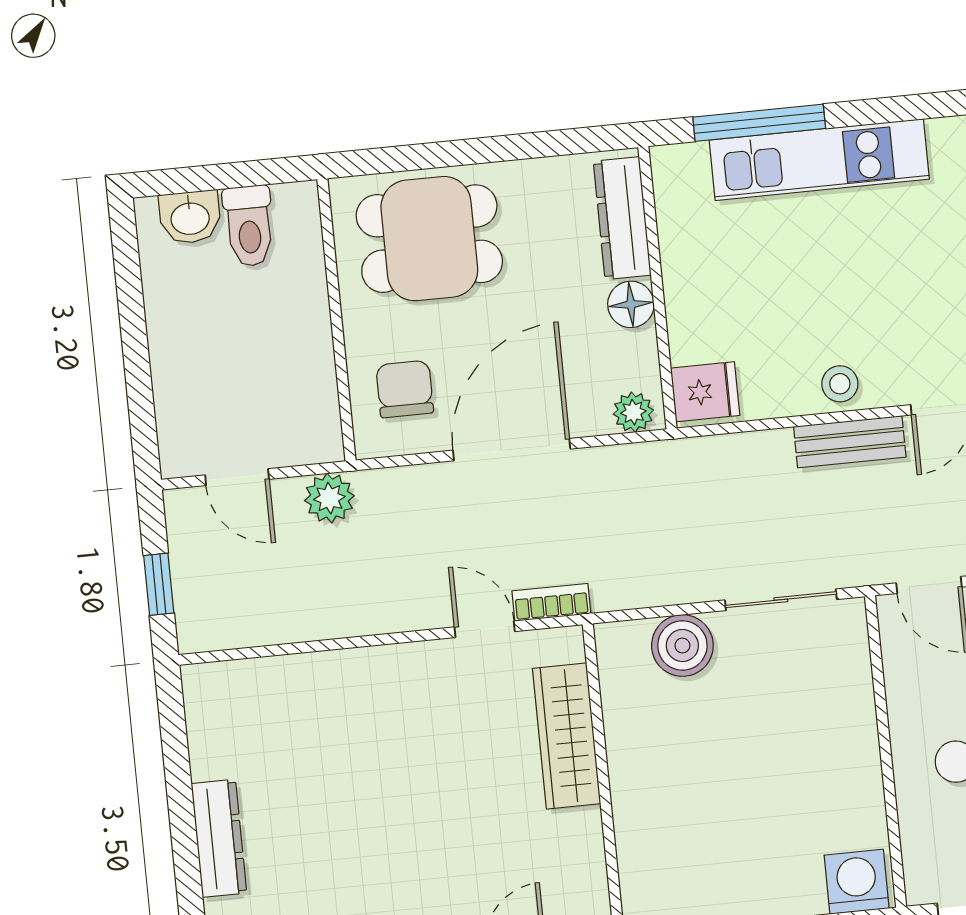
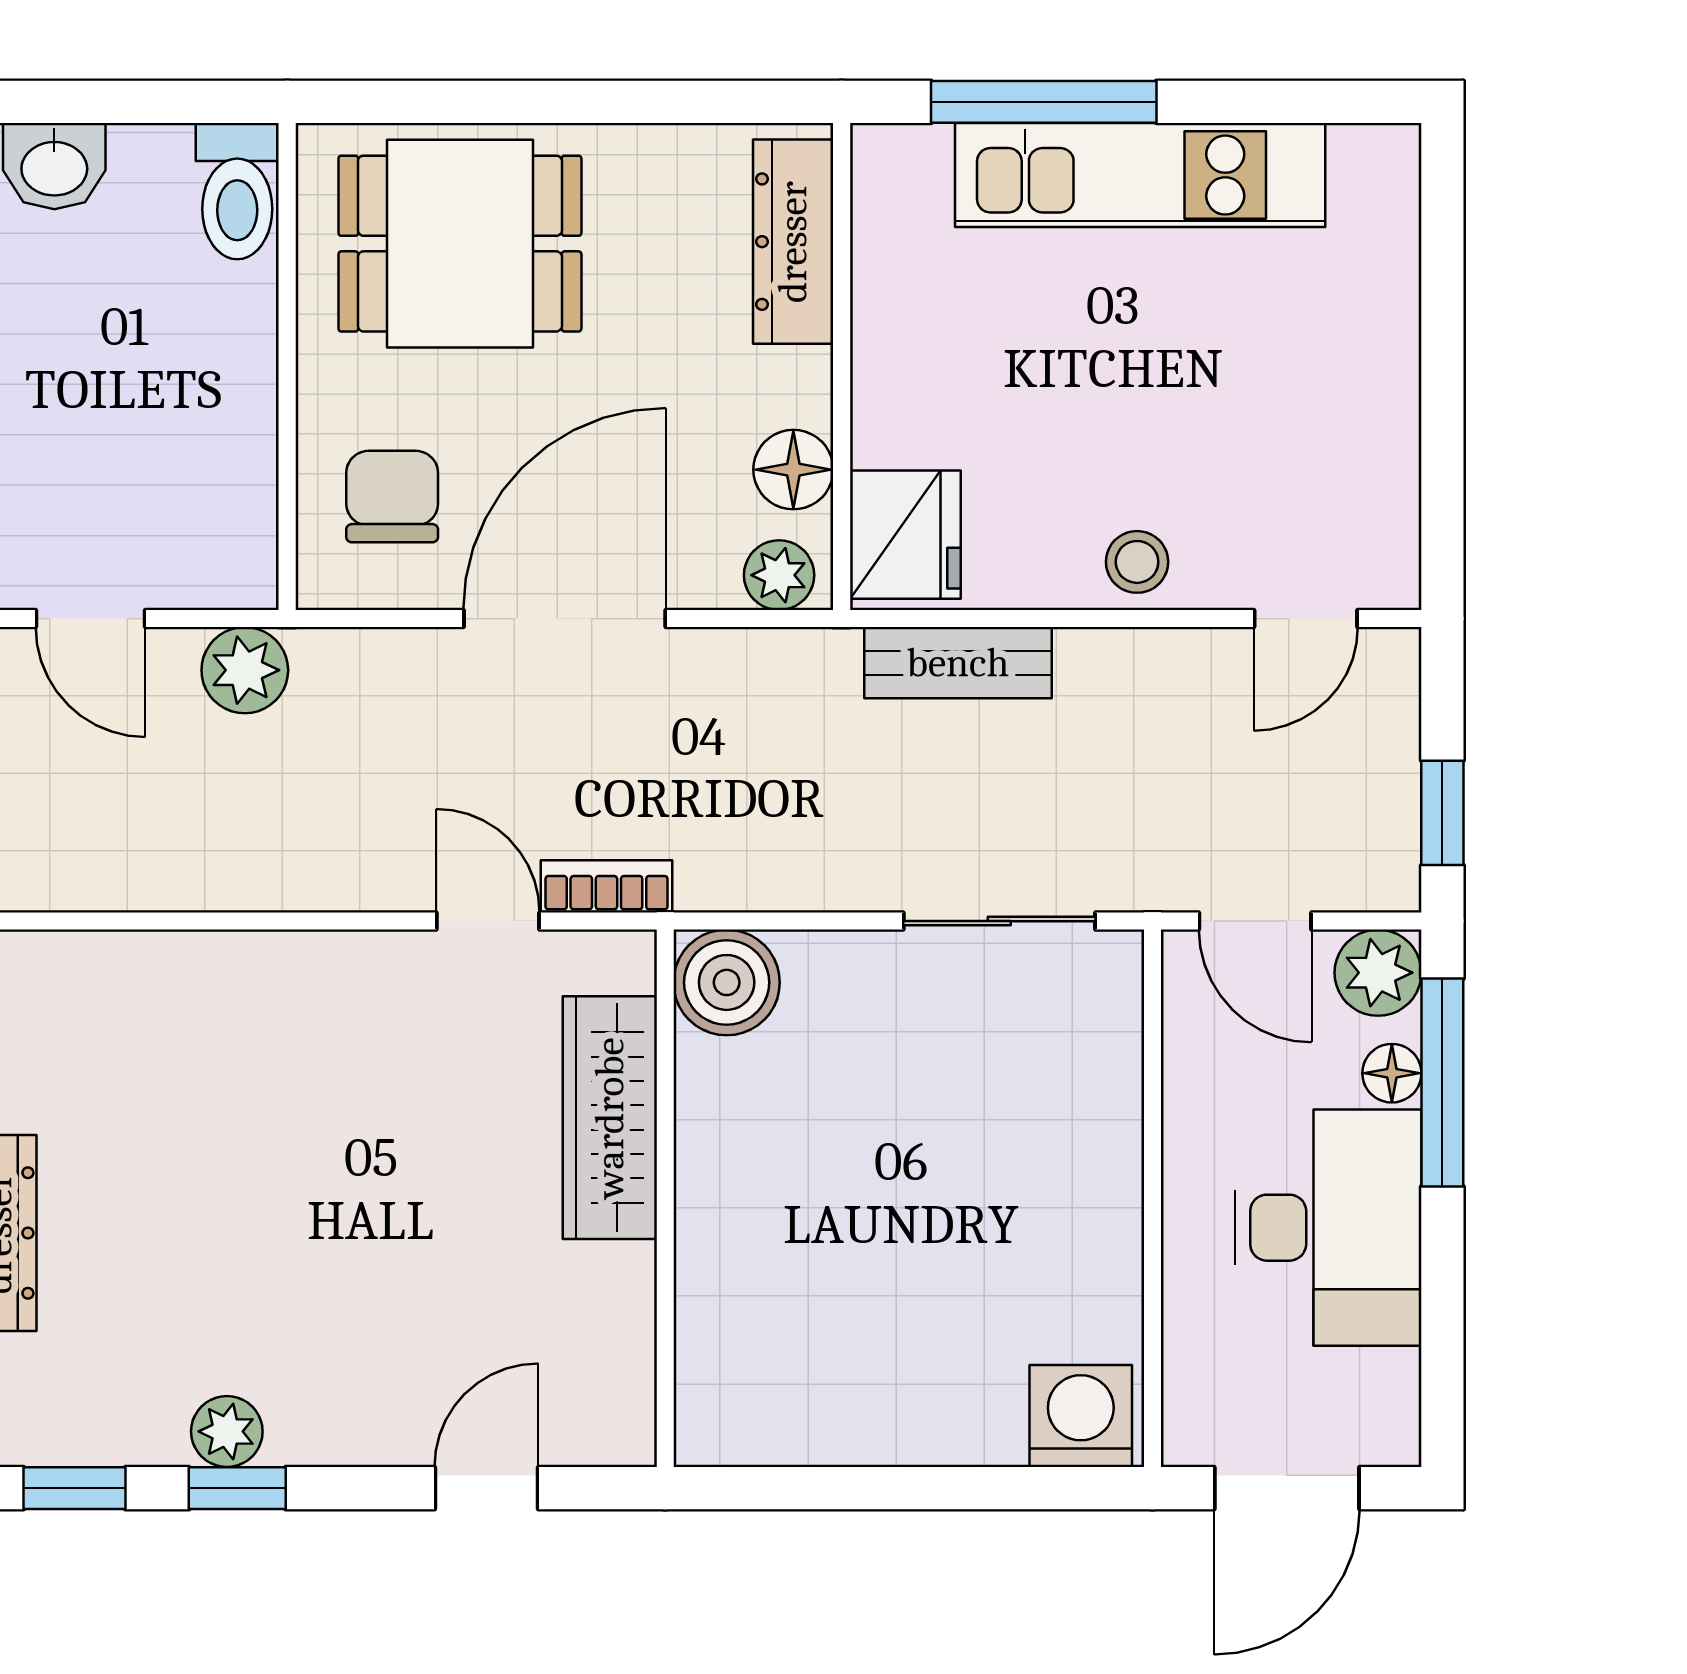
toilet: (249, 226) -> (237, 191), moved
floor lamp: (631, 304) -> (793, 470), moved
fridge: (705, 392) -> (905, 535), width x1.38
bench: (850, 442) -> (958, 663), moved
boiler: (682, 645) -> (727, 982), moved

